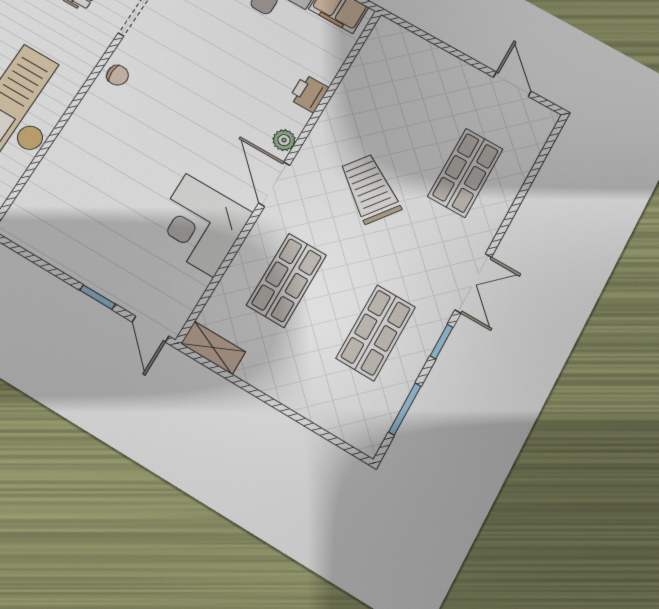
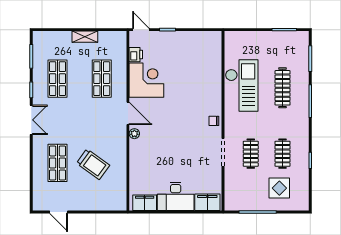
printer: (309, 93) -> (136, 55), moved
trolley: (370, 189) -> (93, 164), moved
double door: (473, 283) -> (31, 120), swing flipped
shelving: (213, 348) -> (85, 37), moved

